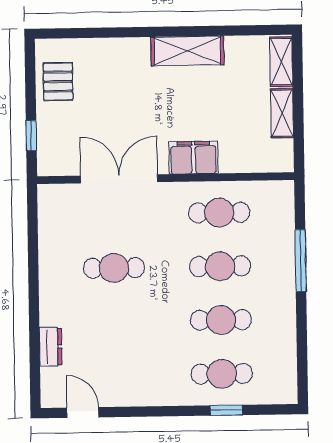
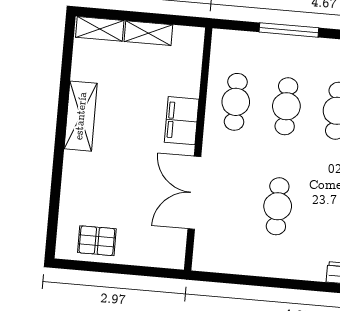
window: (31, 136) -> (145, 271), removed

